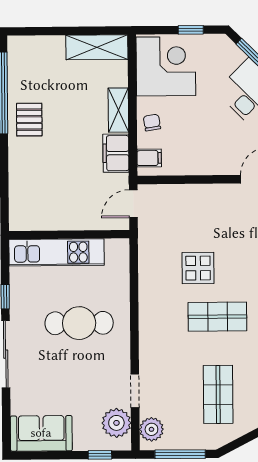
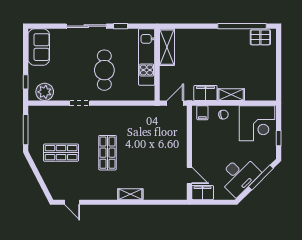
shelving: (97, 47) -> (167, 47), moved
pallet: (29, 120) -> (260, 37), moved
door: (133, 204) -> (175, 103), hinge flipped
display table: (198, 268) -> (137, 141), removed
doorway: (135, 391) -> (80, 103), moved
plant: (151, 429) -> (41, 113), removed

